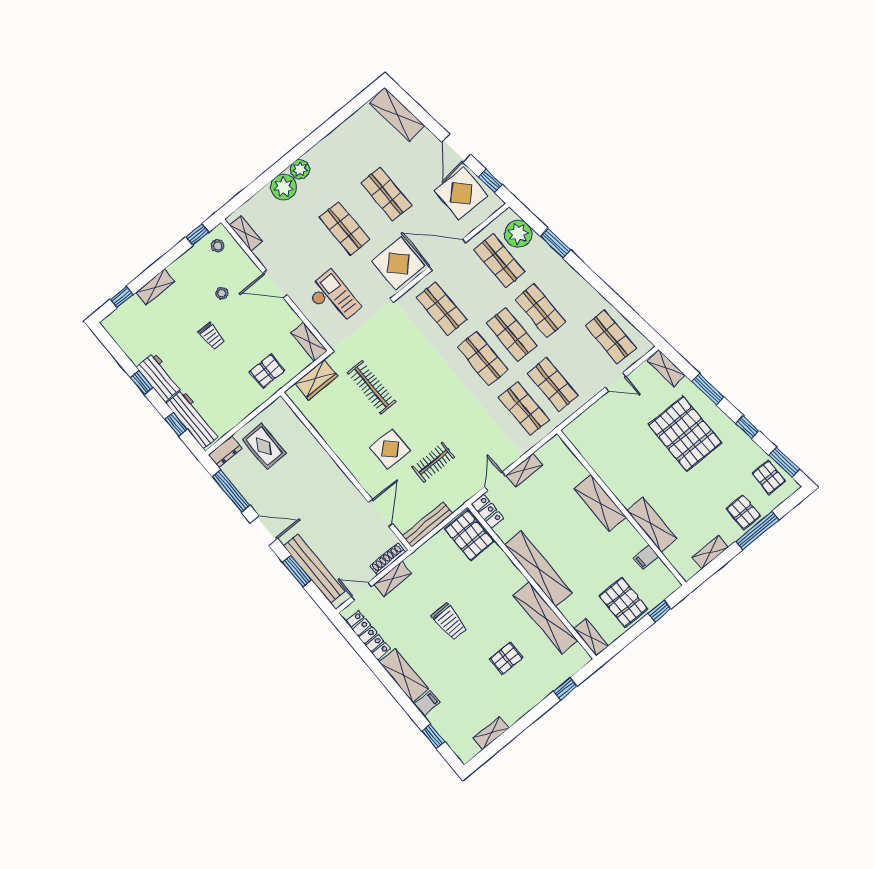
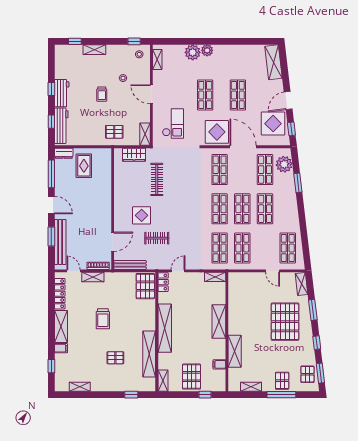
shelving: (524, 470) -> (215, 277), moved

